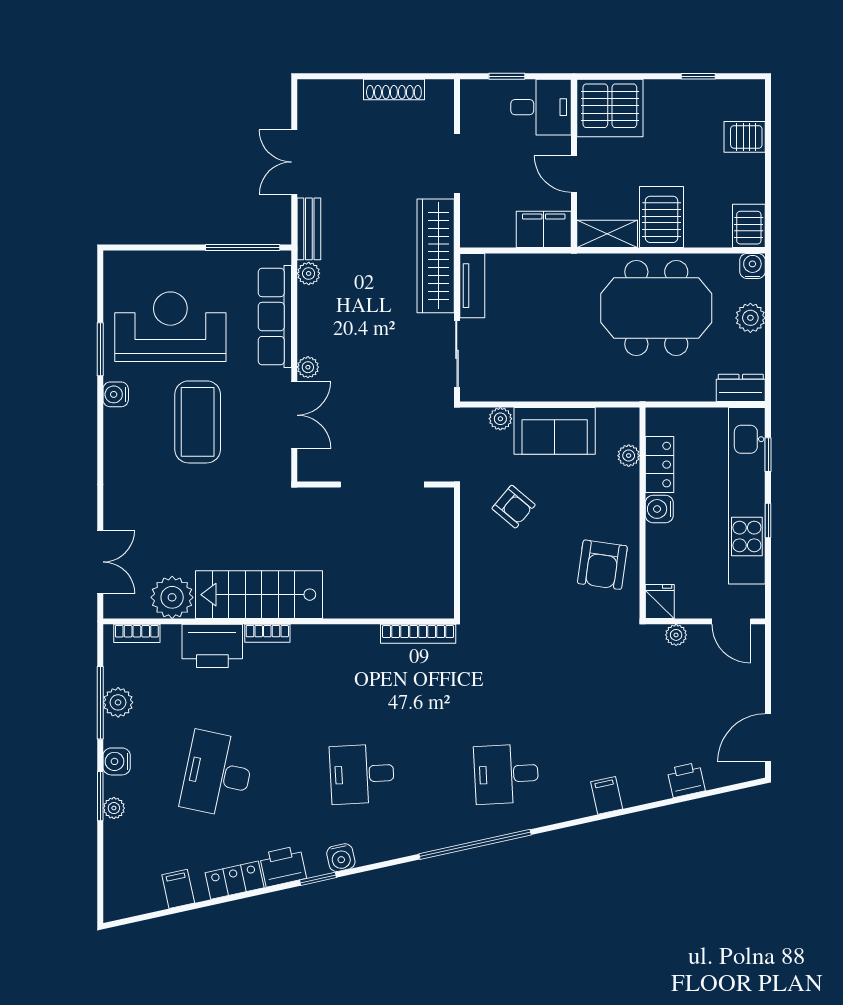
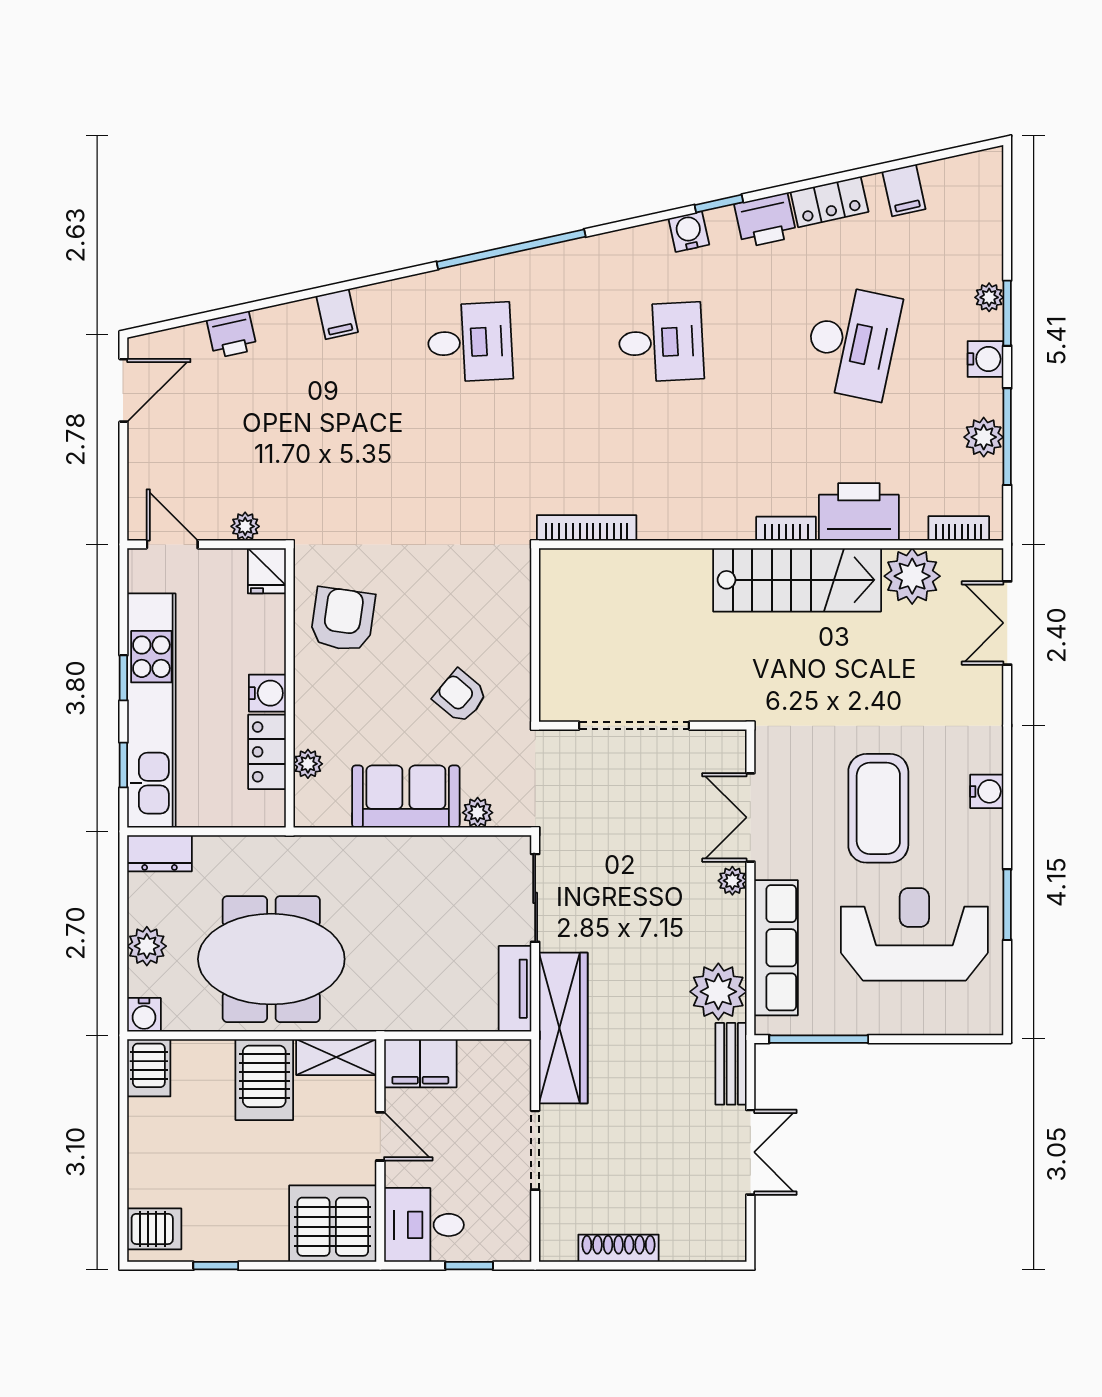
server rack: (745, 137) -> (154, 1229), moved
plant: (309, 273) -> (718, 992), width x1.88, depth x1.88
reception desk: (170, 327) -> (914, 934), turned 180
water cooler: (116, 394) -> (987, 791), moved

